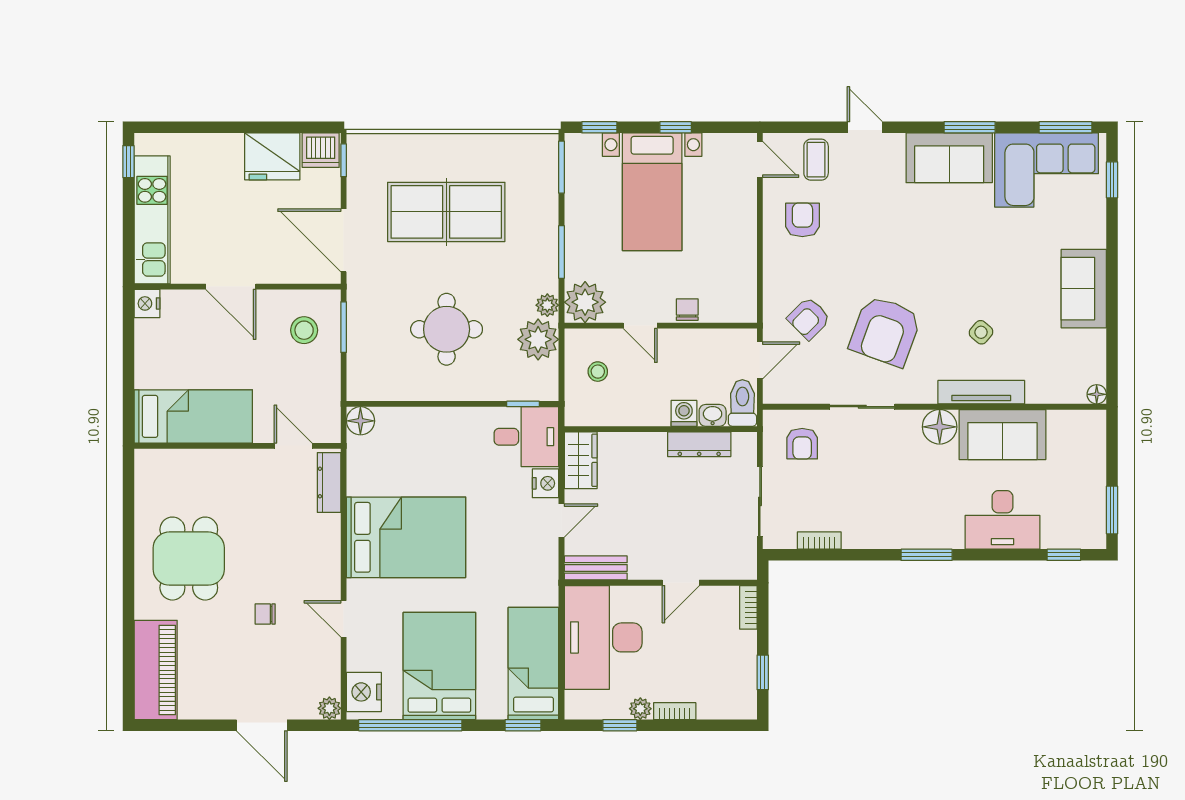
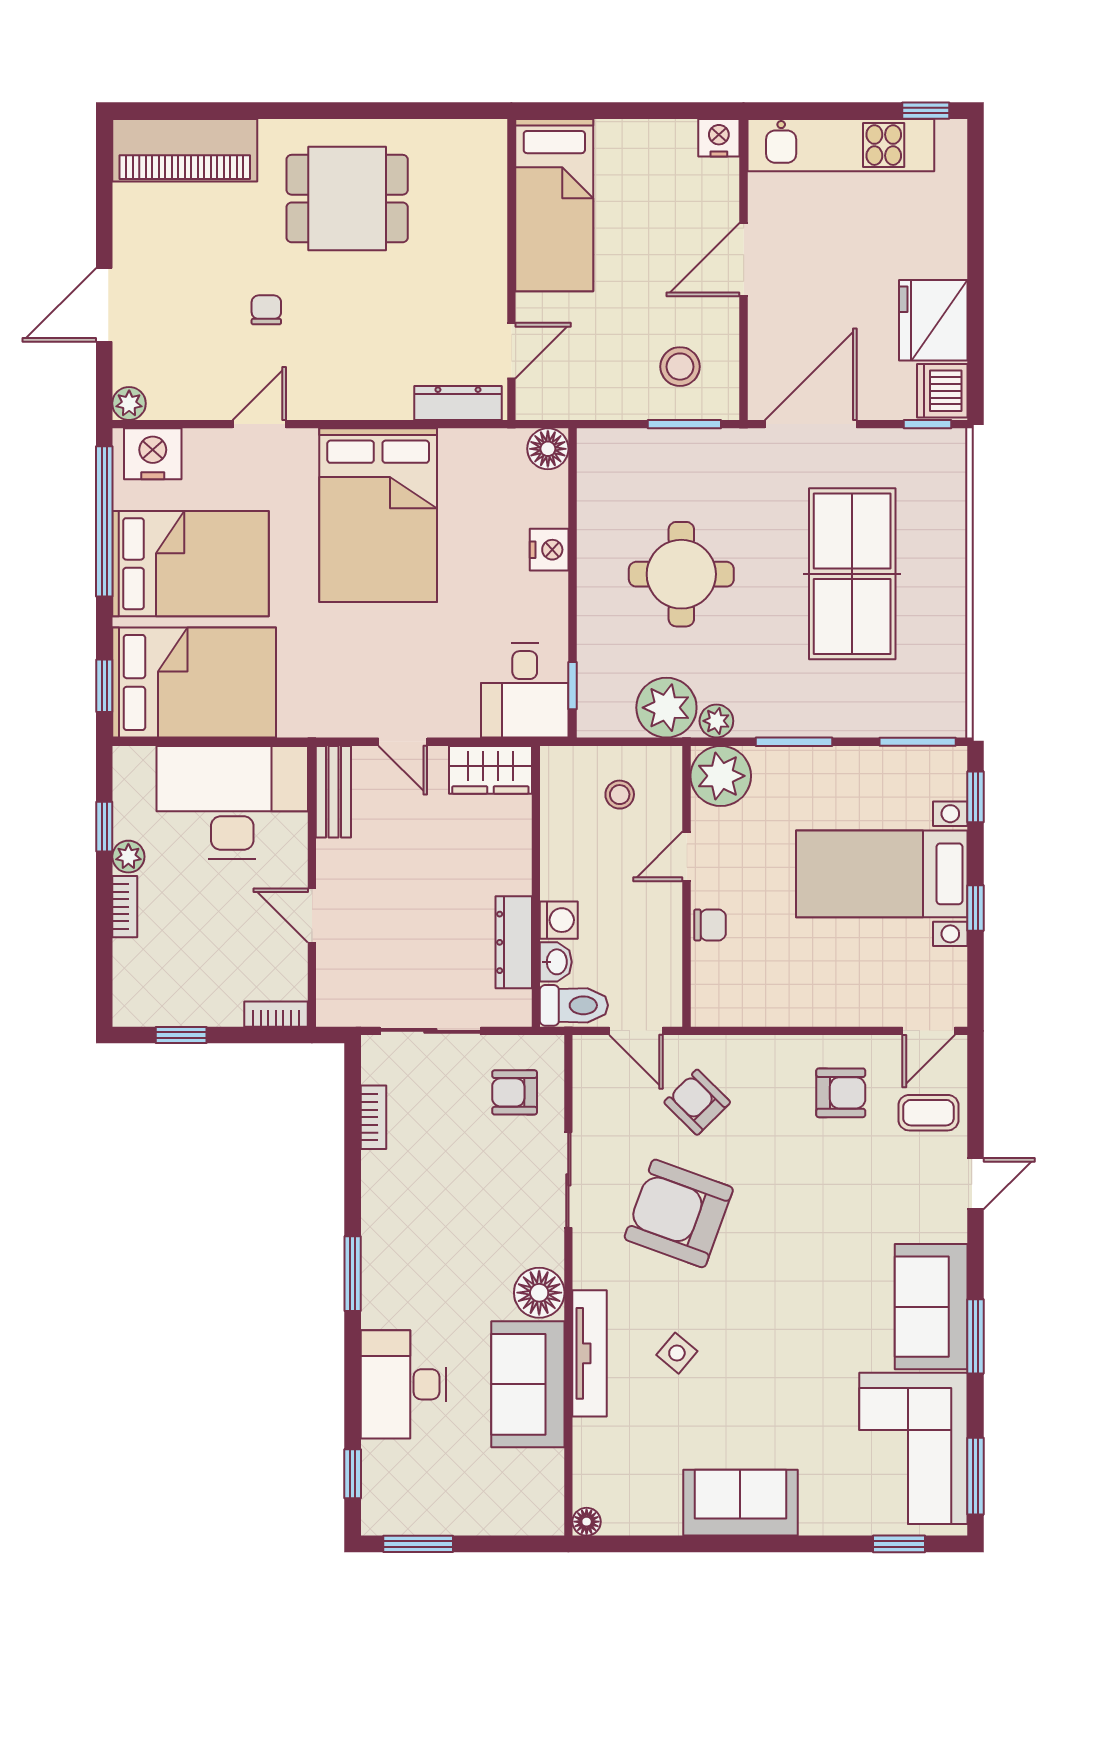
nightstand: (546, 483) -> (549, 550), moved, turned -90
bed: (533, 664) -> (194, 682), width x1.50

